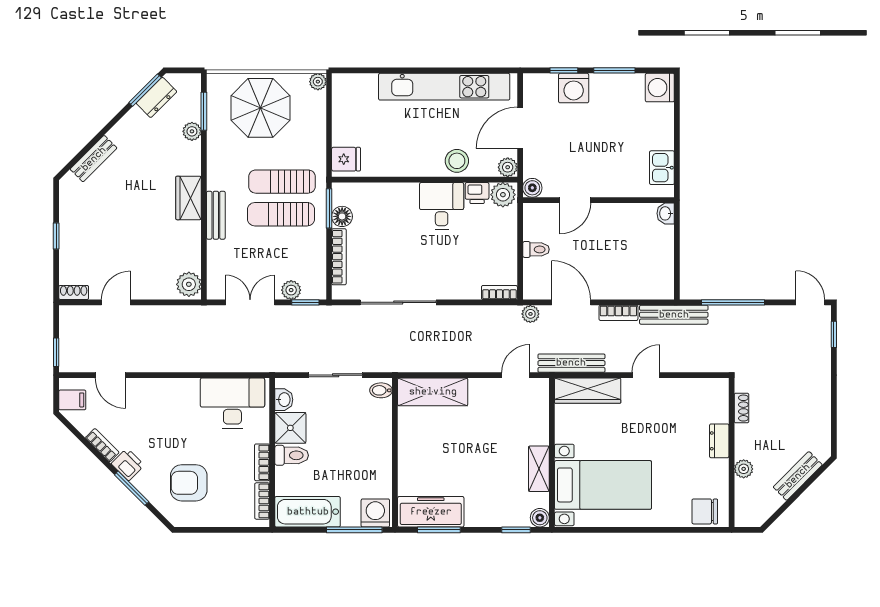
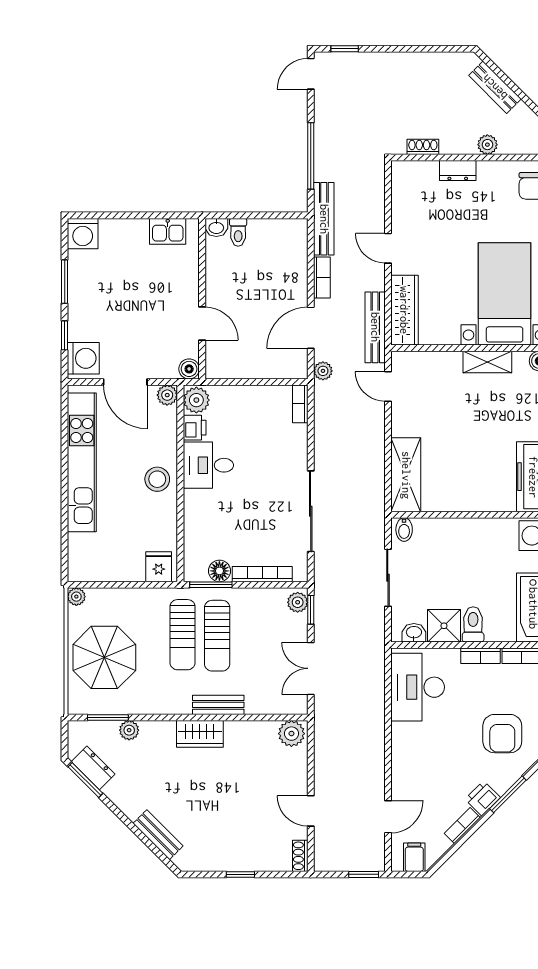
washing machine: (574, 88) -> (83, 358), moved
stool: (457, 161) -> (157, 479), moved
toilet: (536, 249) -> (238, 232), moved, turned 180
plant: (291, 290) -> (298, 602), moved

